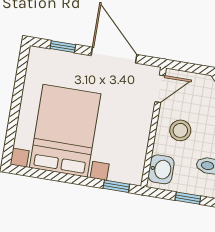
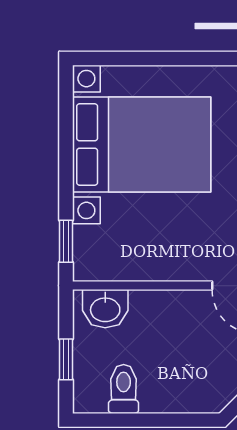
stool: (180, 130) -> (173, 329), removed

